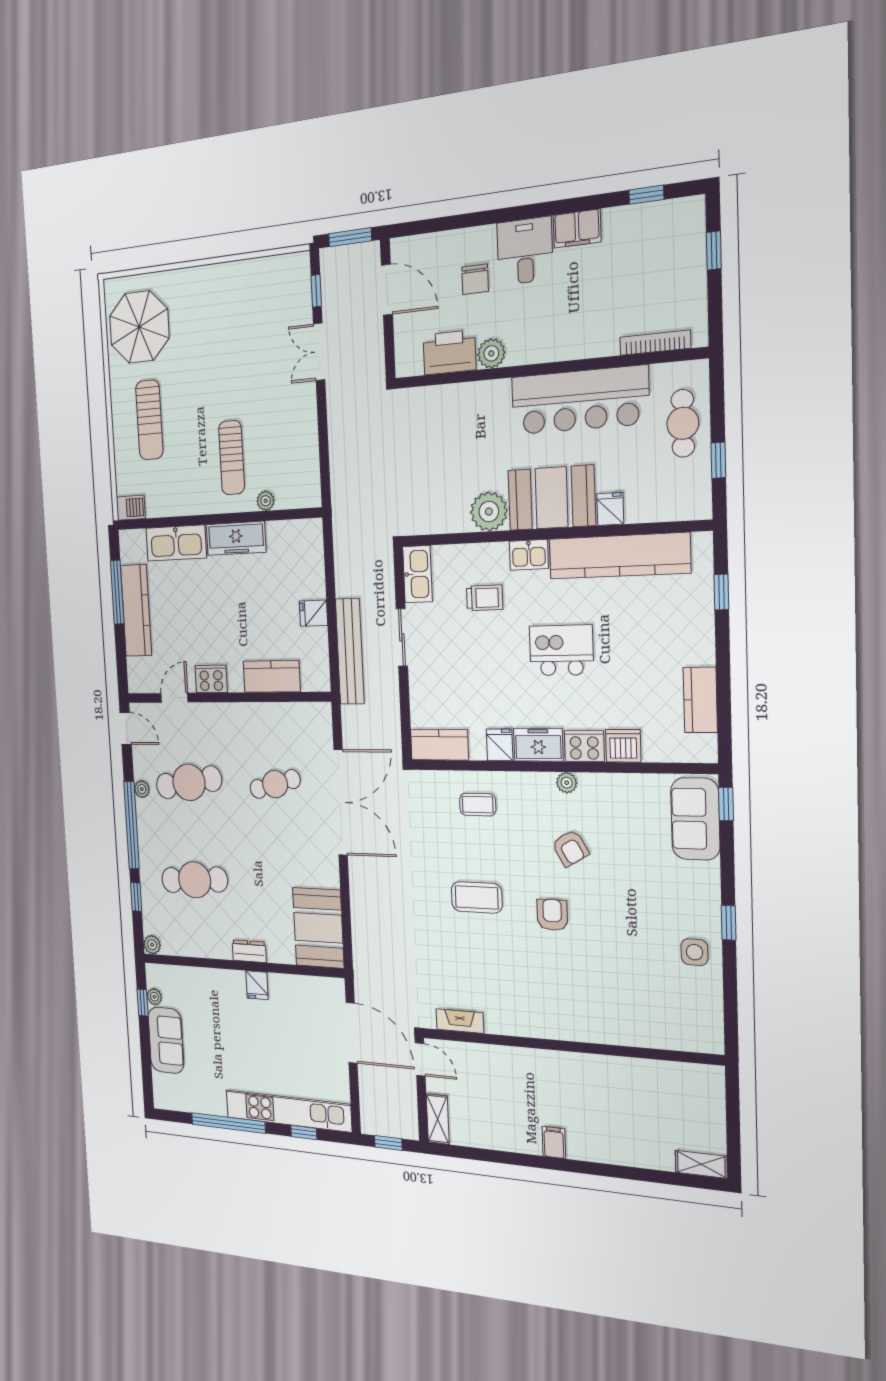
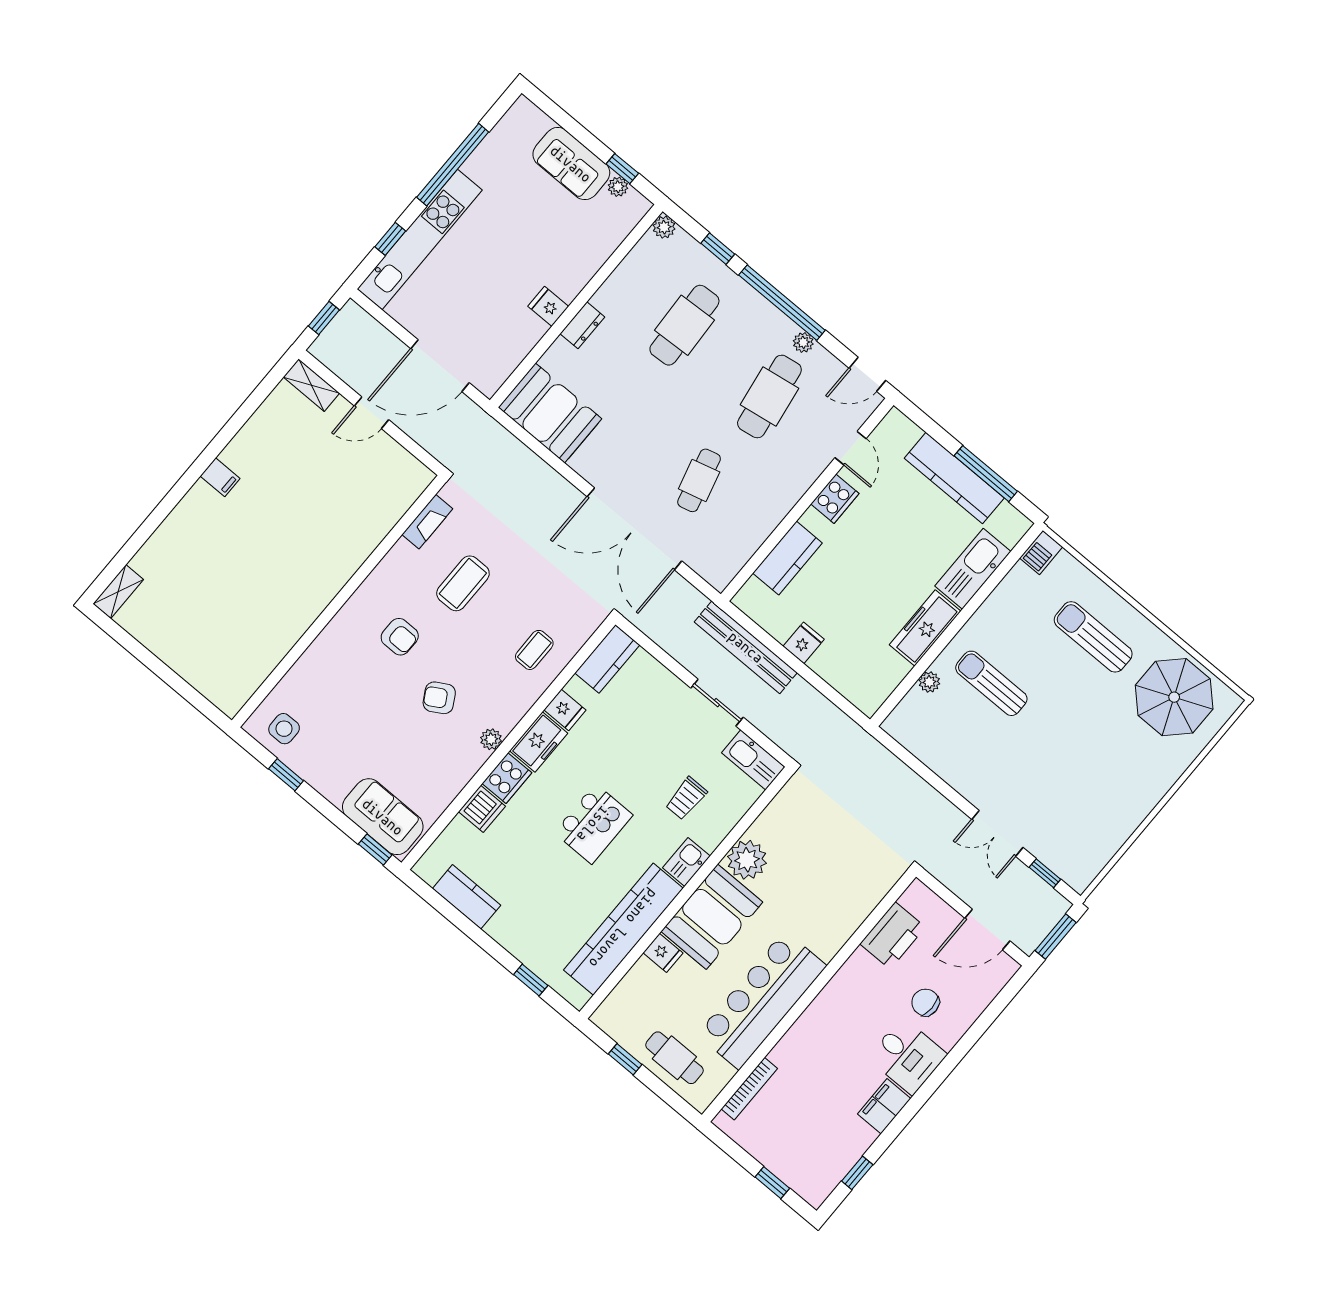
double door: (319, 352) -> (997, 833), swing flipped
plant: (491, 353) -> (860, 966), removed
fireplace: (460, 1021) -> (427, 522), moved
wall: (568, 1046) -> (339, 601), moved

